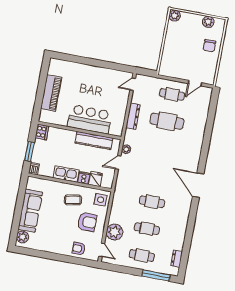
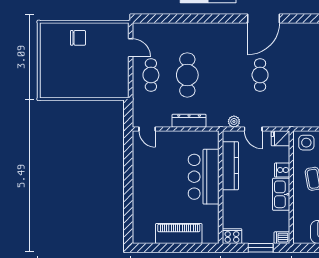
plant: (175, 15) -> (47, 91), removed
plant: (208, 22) -> (47, 45), removed
fridge: (96, 179) -> (280, 138), moved
cafe table: (152, 202) -> (260, 75), moved

